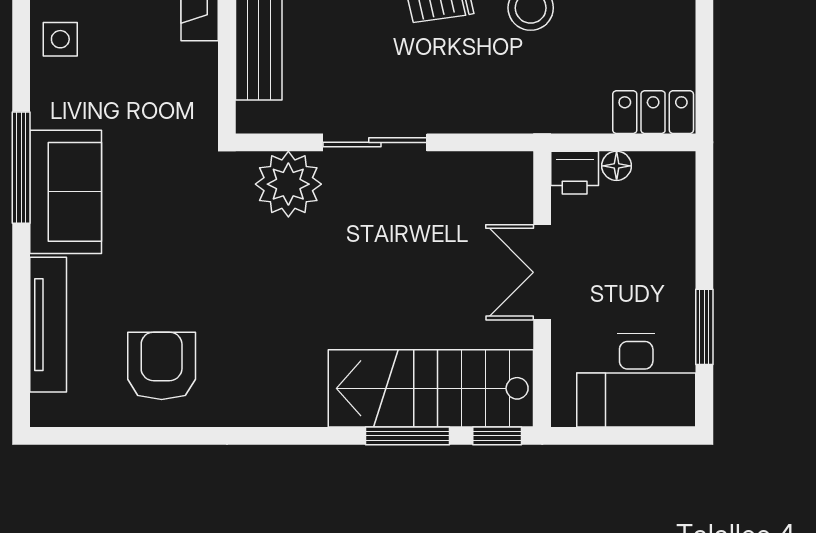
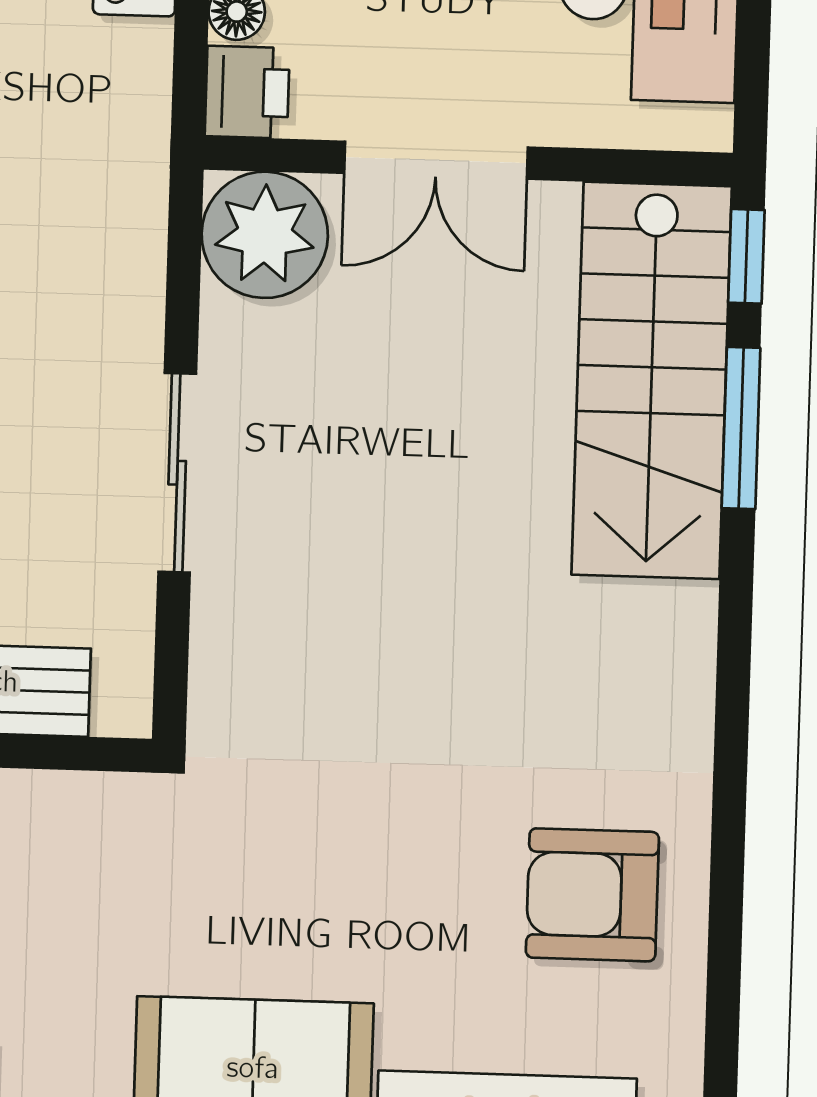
plant: (288, 184) -> (265, 235), moved

